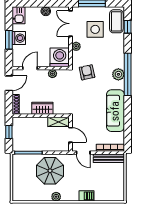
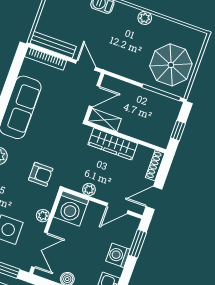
window: (9, 40) -> (137, 244), moved
armchair: (87, 72) -> (41, 174), turned -78
wardrobe: (42, 108) -> (113, 144), width x1.50
door: (70, 135) -> (94, 96), swing flipped
parasol: (50, 171) -> (171, 65), moved

